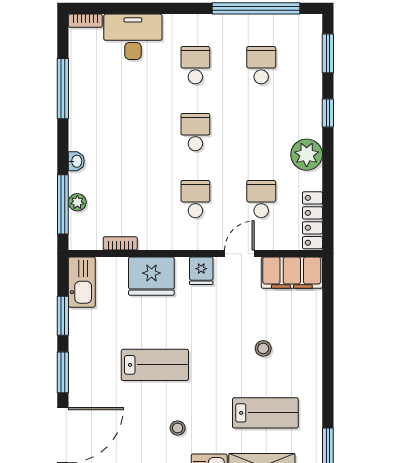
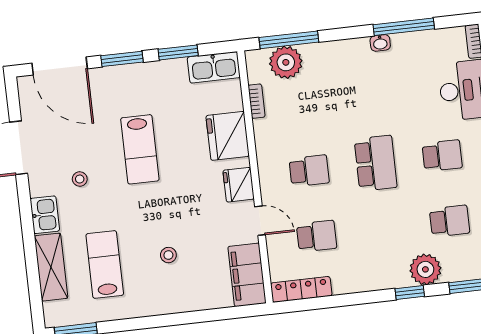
school desk: (195, 132) -> (376, 163), width x1.85
plant: (307, 155) -> (425, 269), moved
washbasin: (76, 161) -> (380, 43), moved
plant: (77, 202) -> (286, 62), width x1.88, depth x1.88
fridge: (201, 271) -> (239, 185), width x1.38
lab bench: (265, 413) -> (105, 264), turned 180

